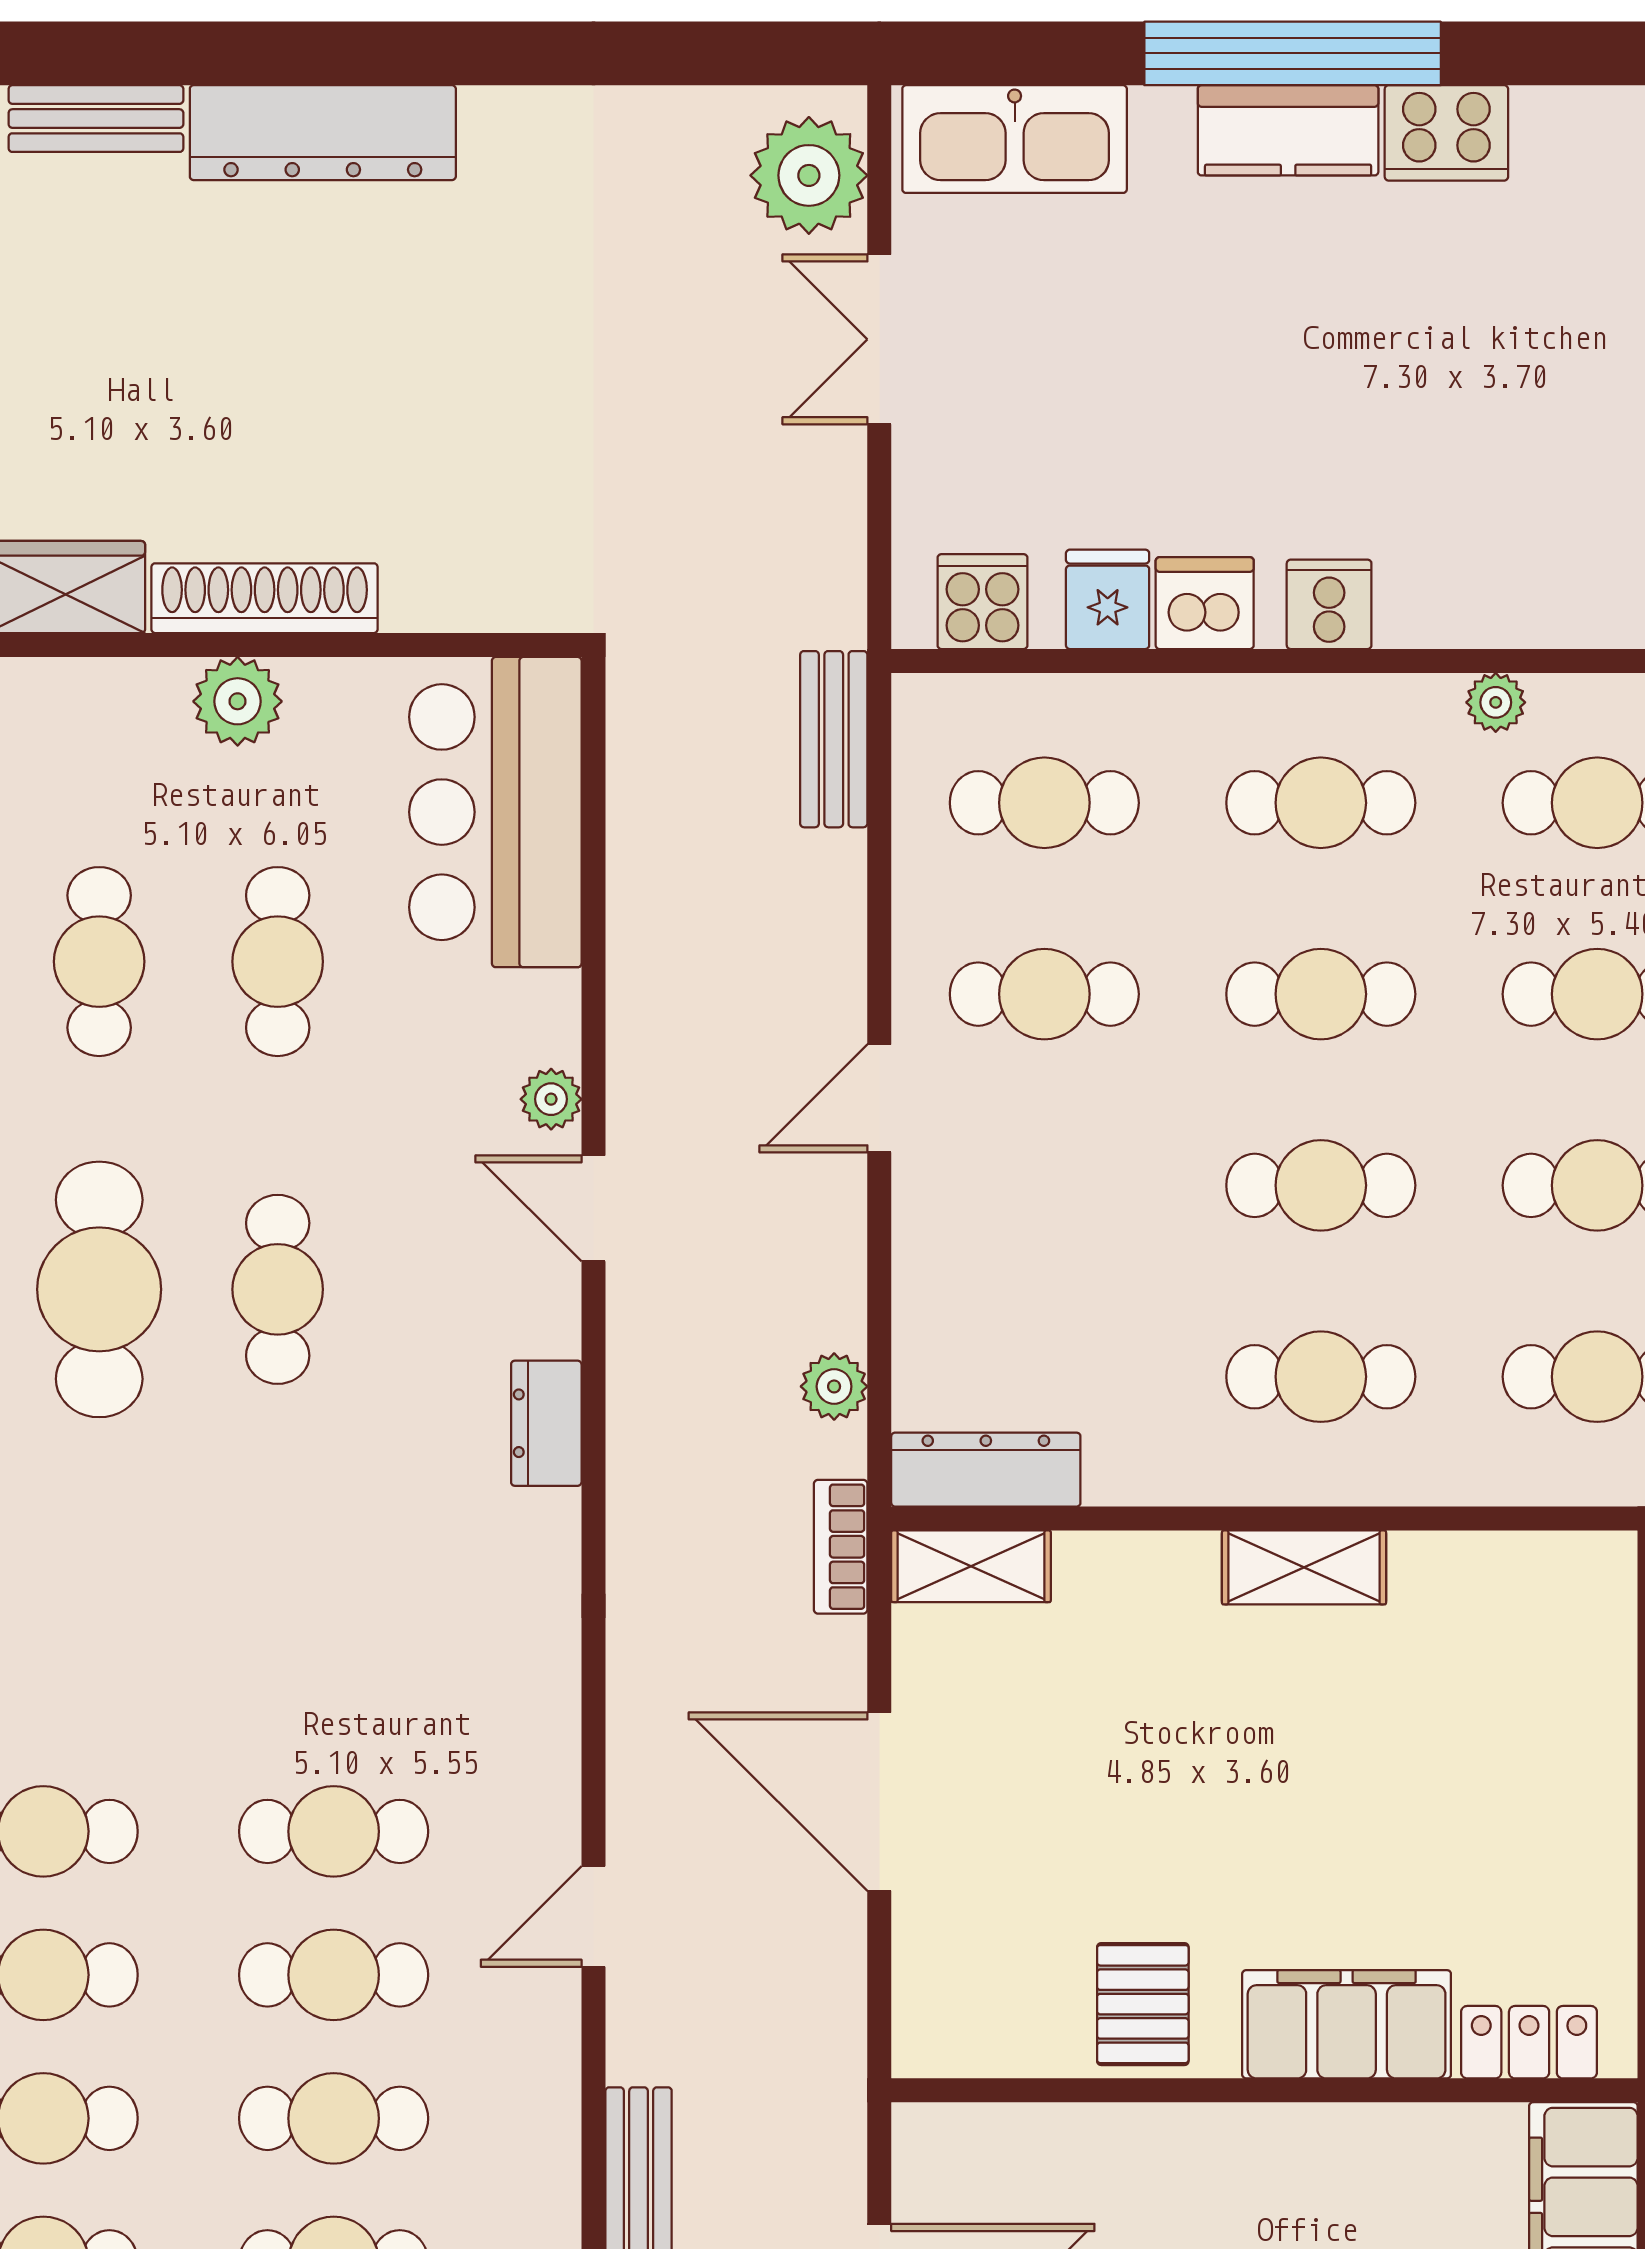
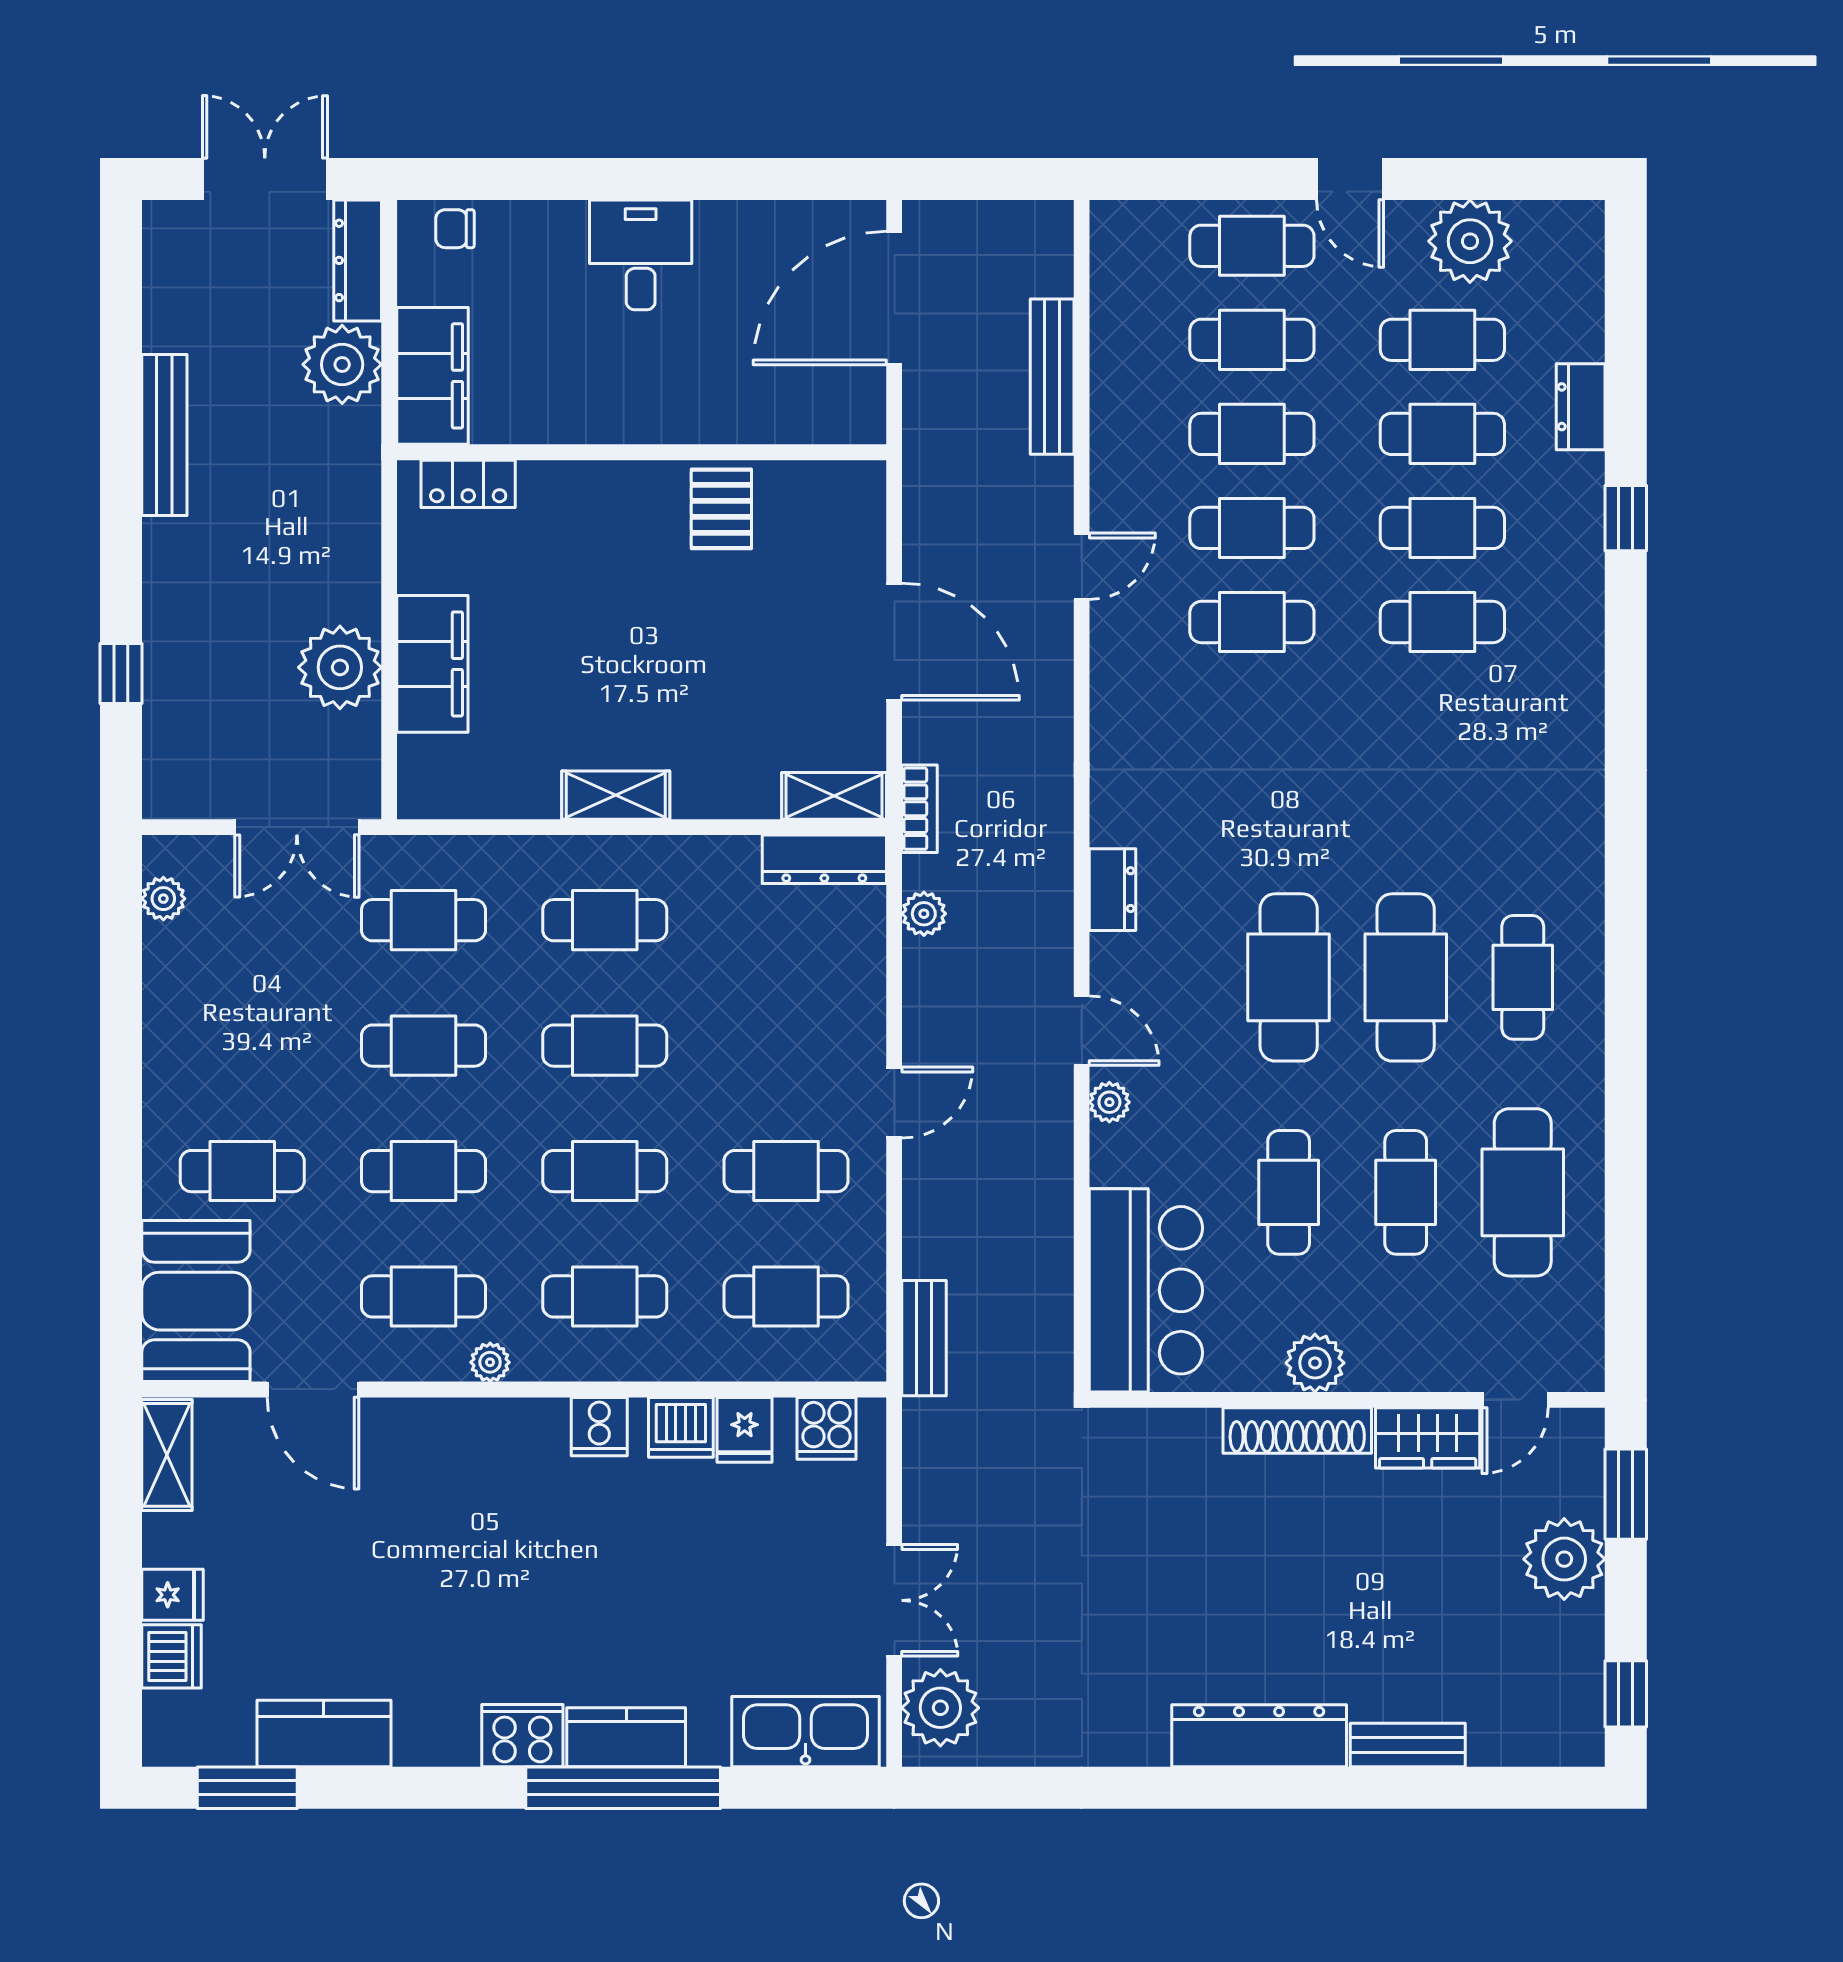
cafe table: (278, 1289) -> (1289, 977), width x1.37, depth x1.35
filing cabinet: (1347, 2024) -> (432, 664), moved, turned -90

